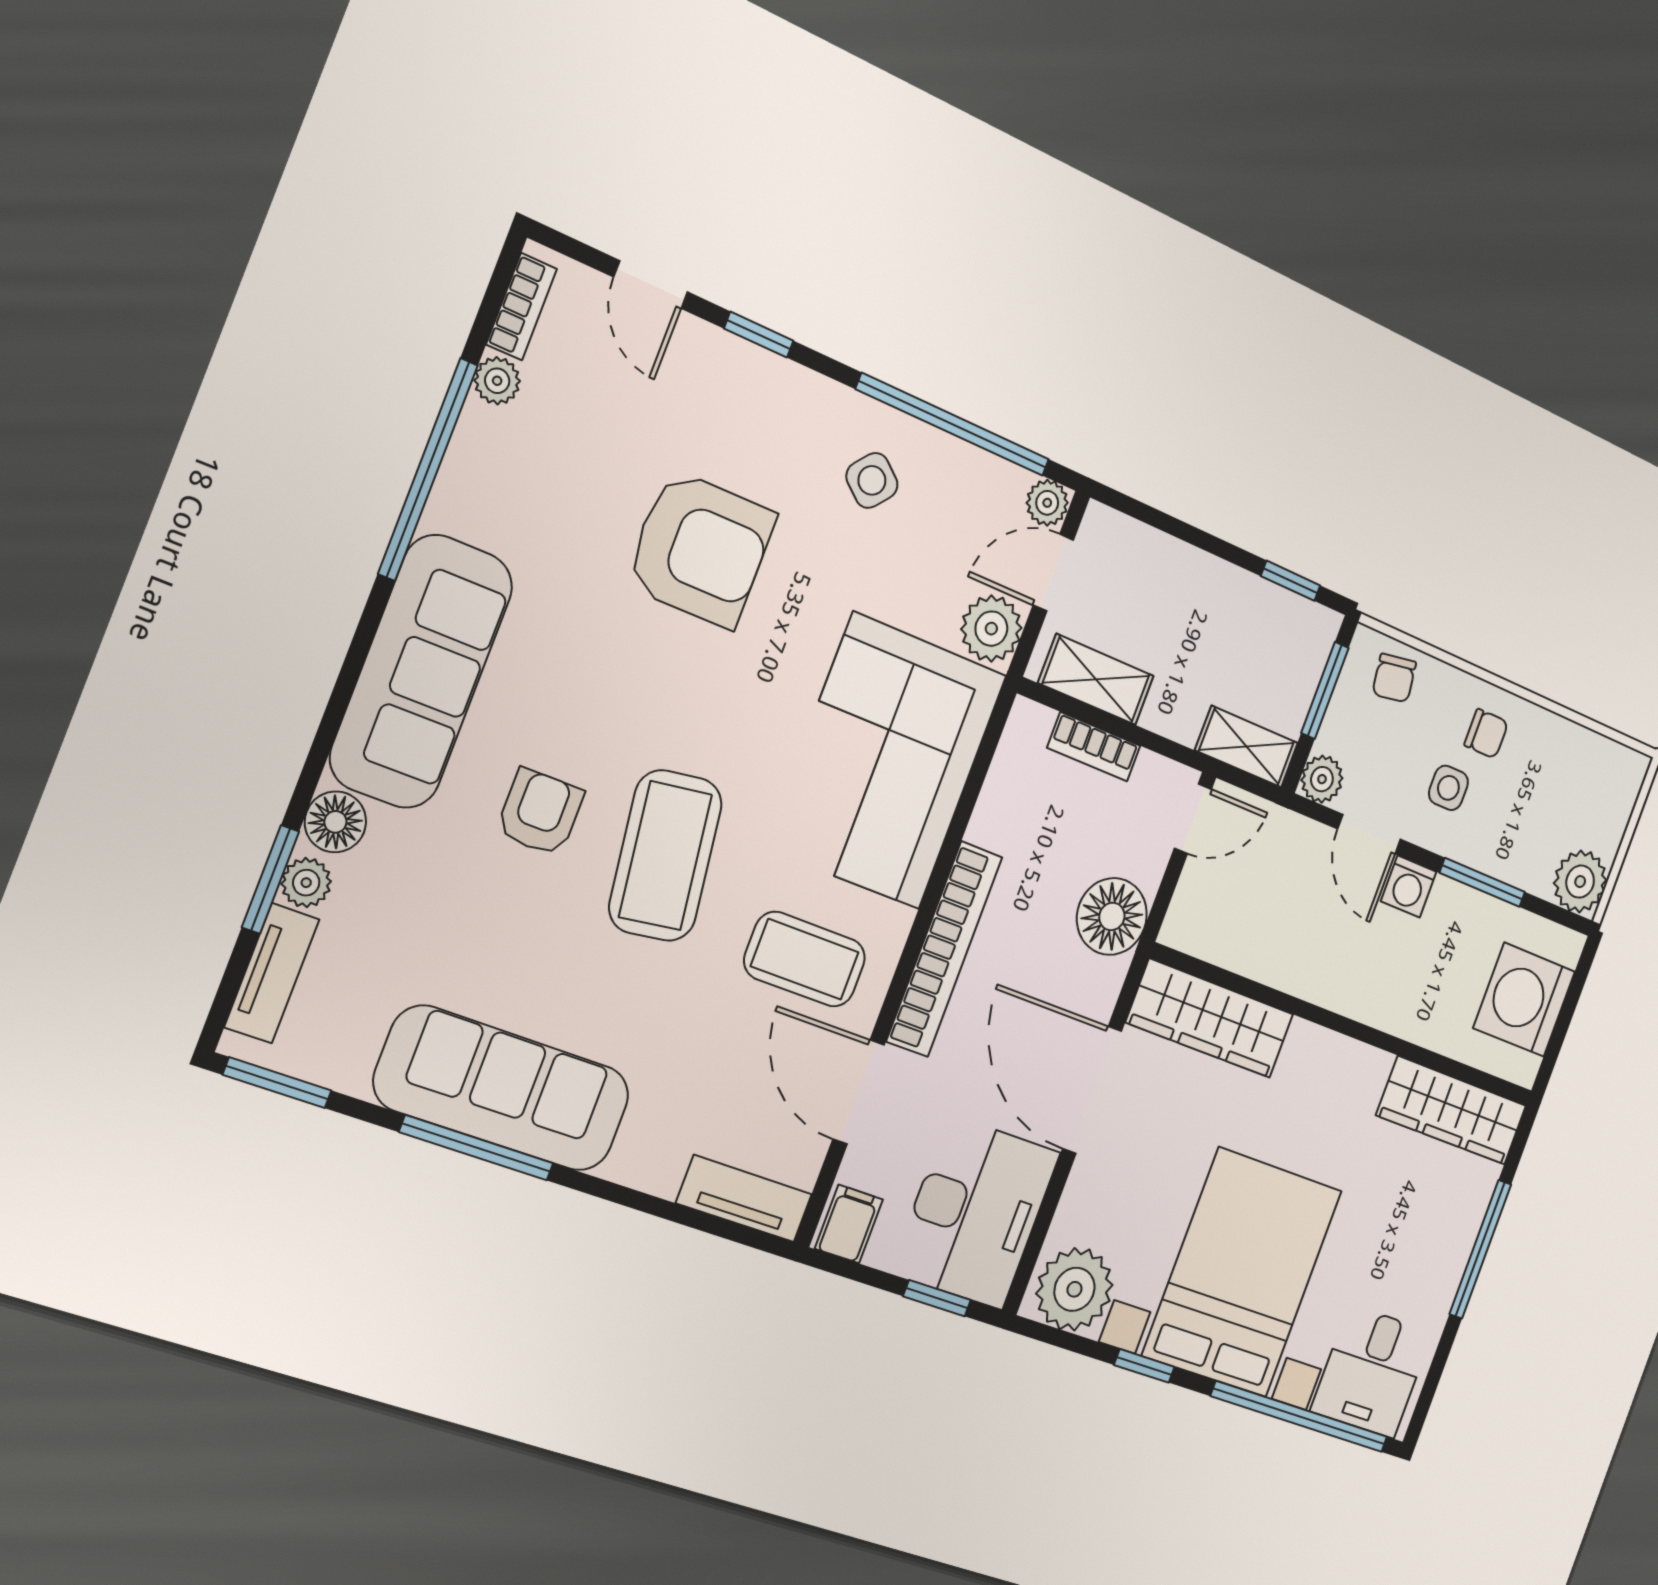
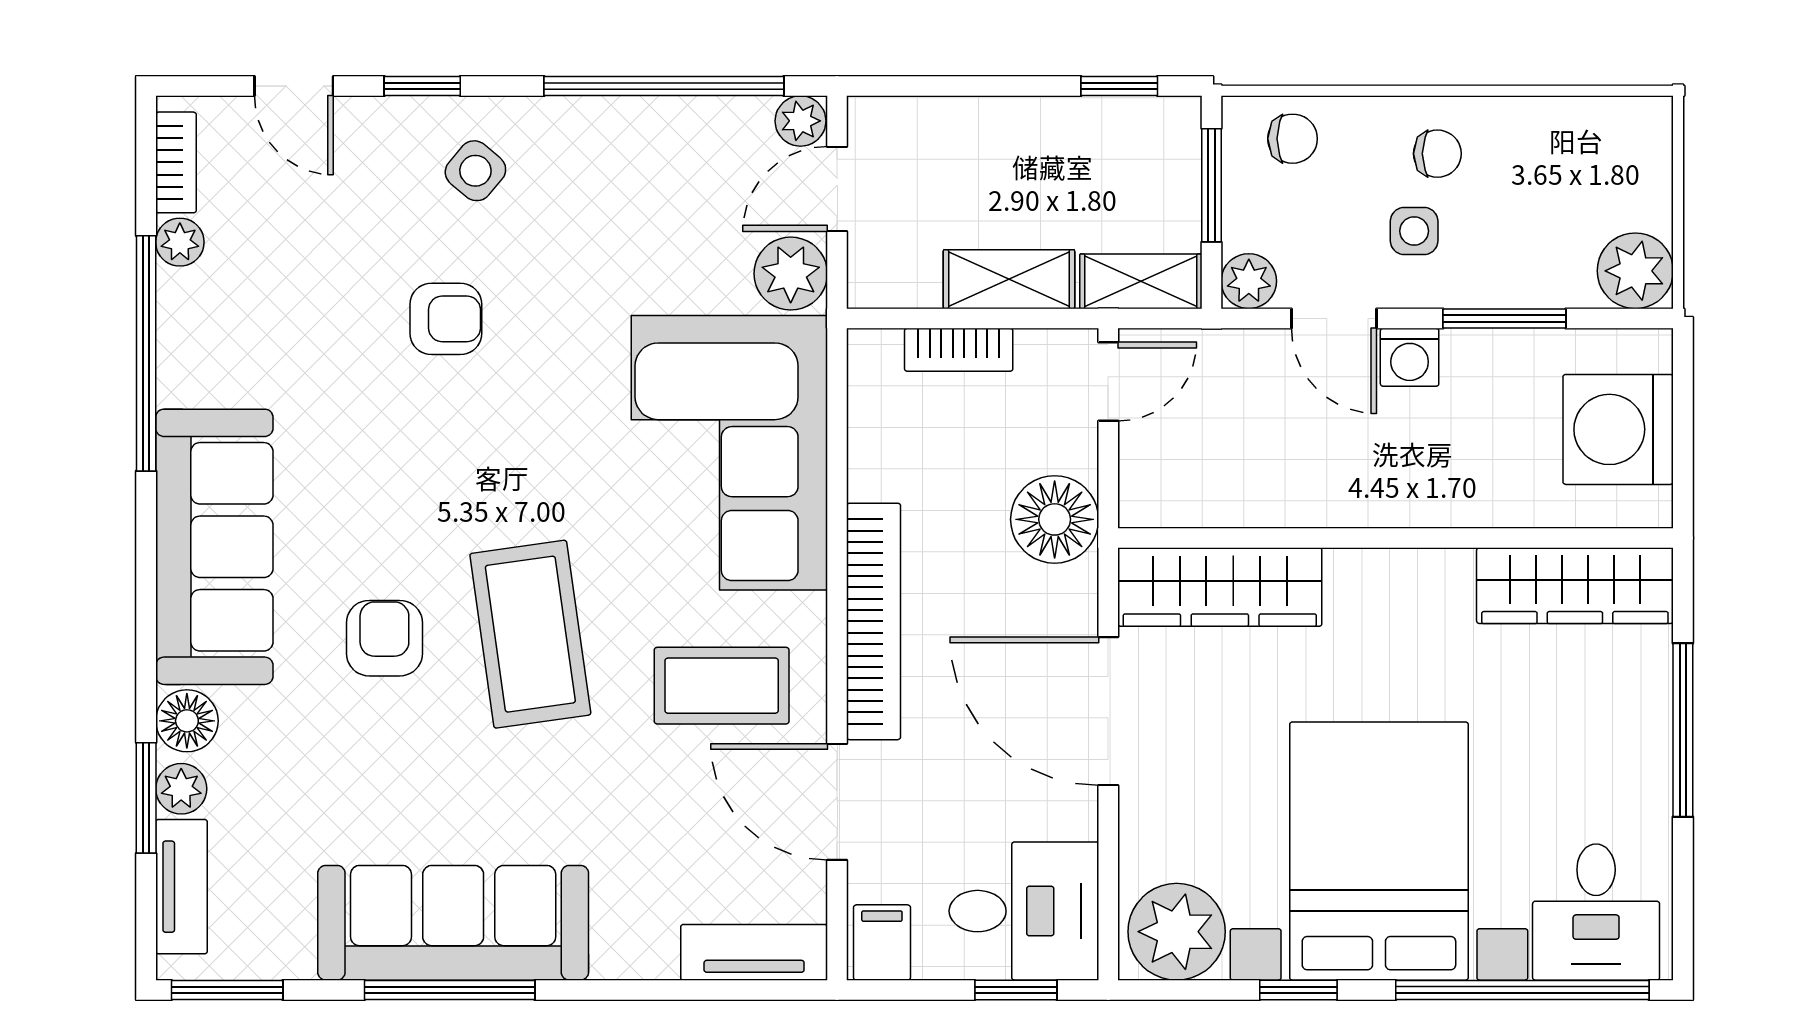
side table: (872, 480) -> (475, 171), moved
armchair: (700, 549) -> (446, 319), width x0.53, depth x0.53
chair: (1394, 678) -> (1293, 139), turned -81
shelving: (1096, 679) -> (1009, 279), moved
desk: (976, 1212) -> (1024, 911), width x0.73

